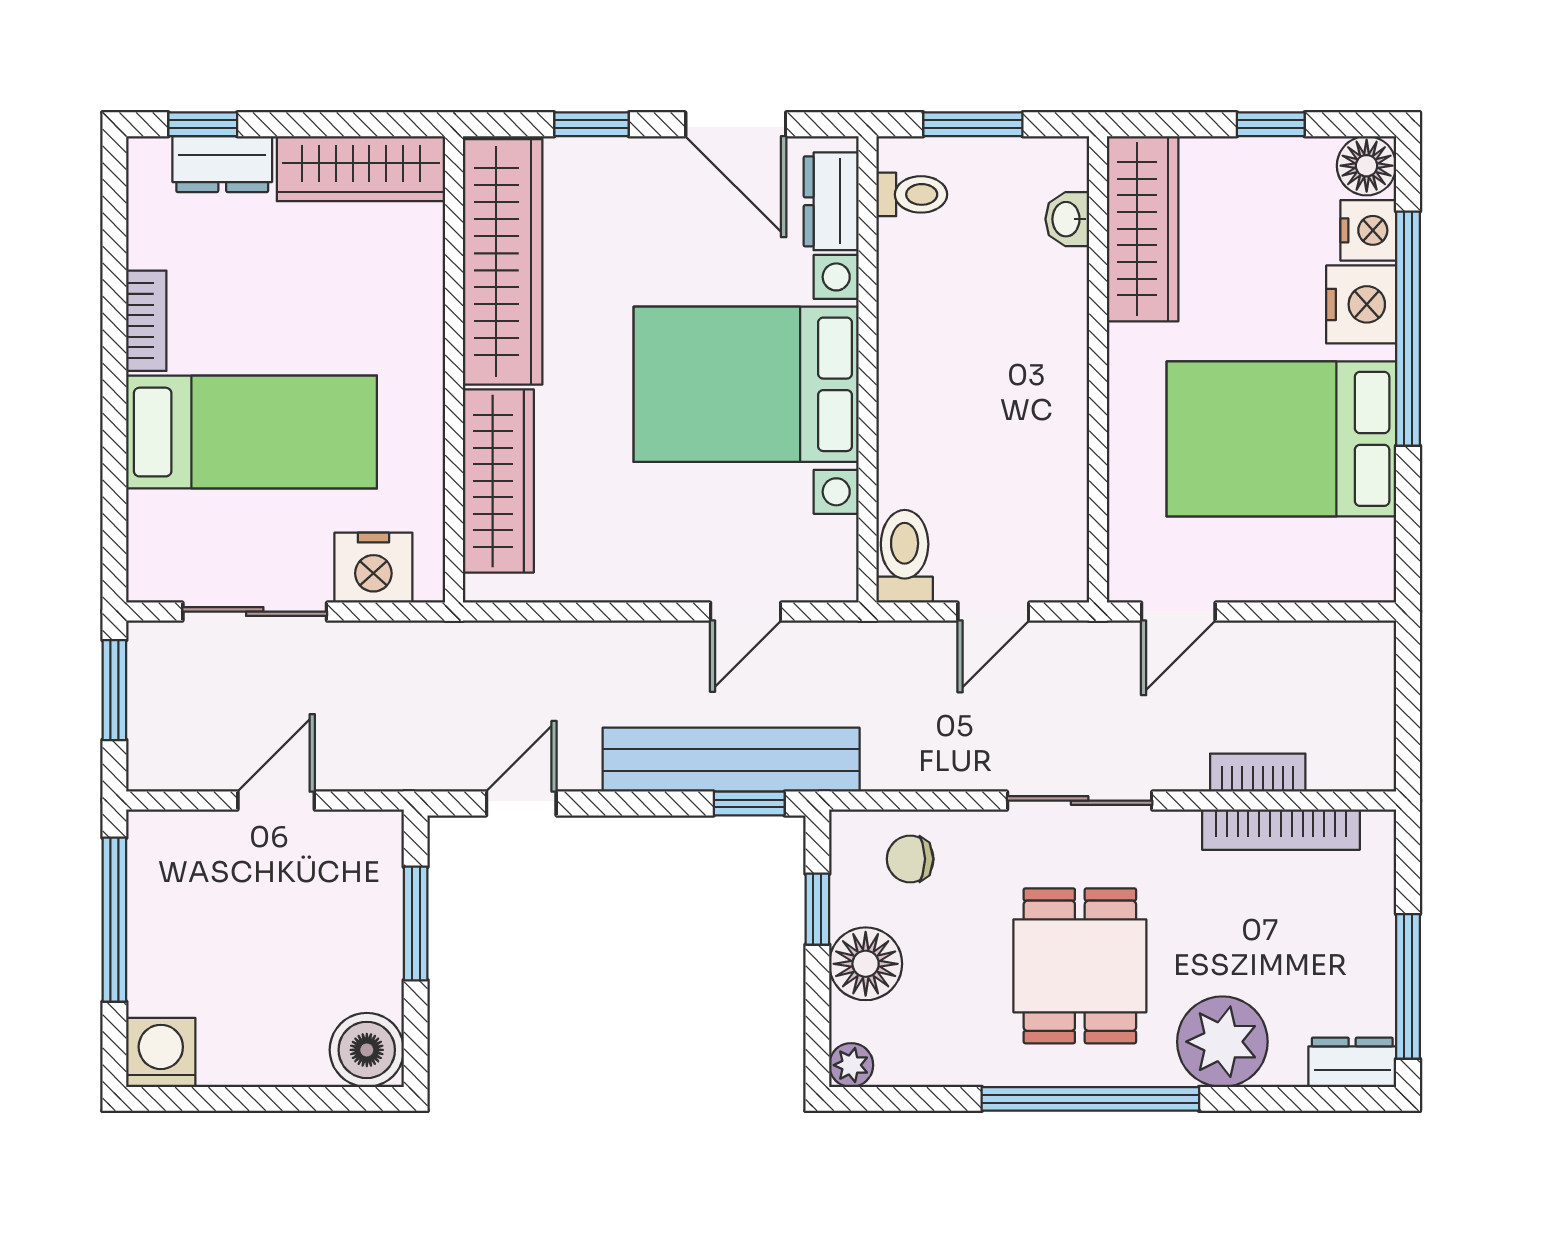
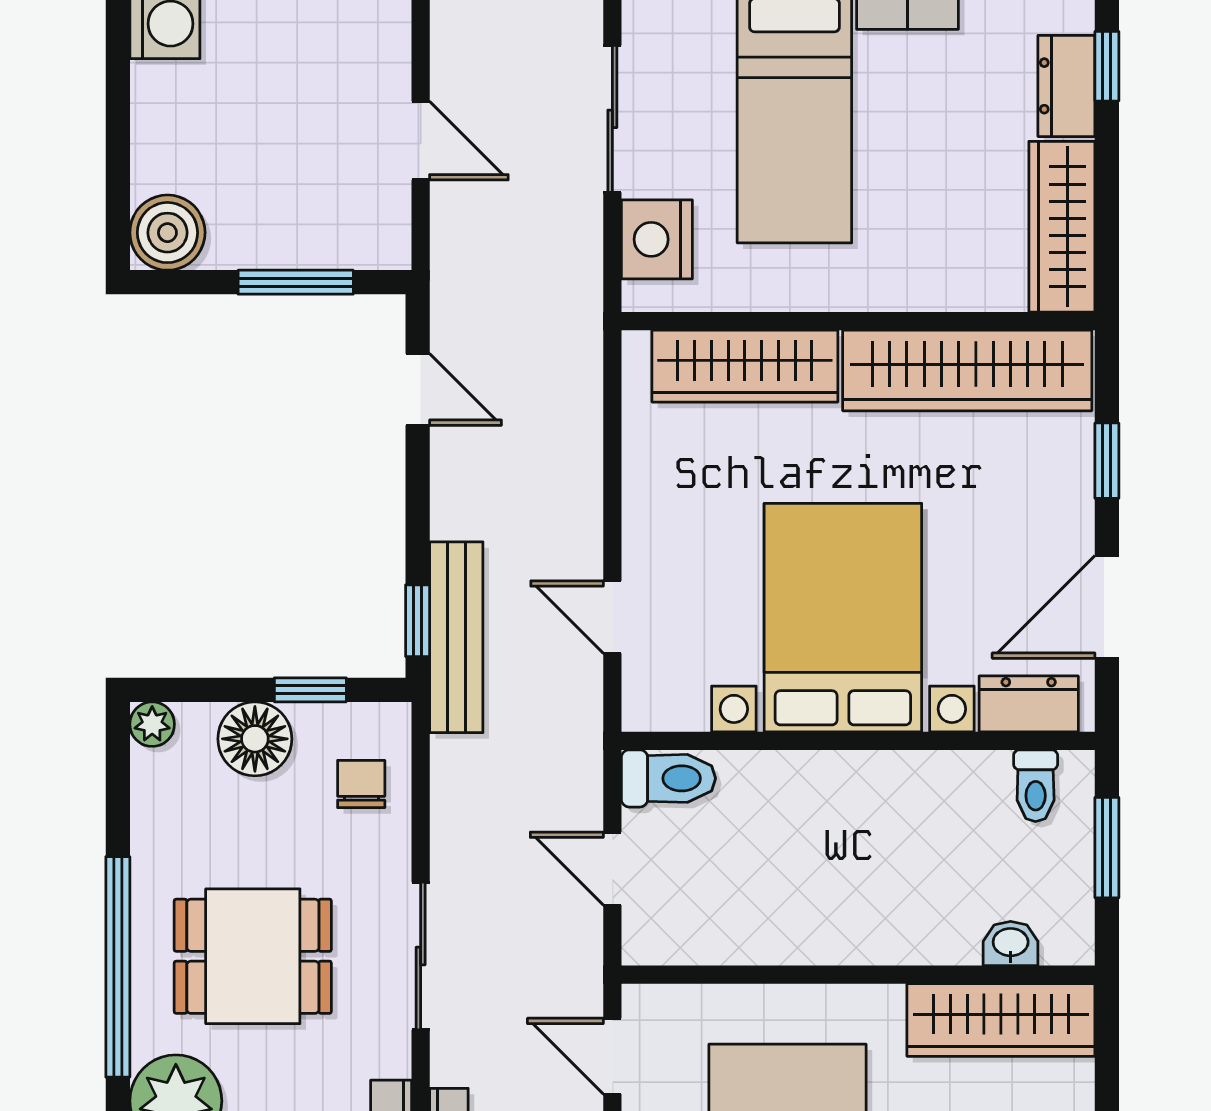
bench: (731, 760) -> (456, 637), width x0.73, depth x0.82

